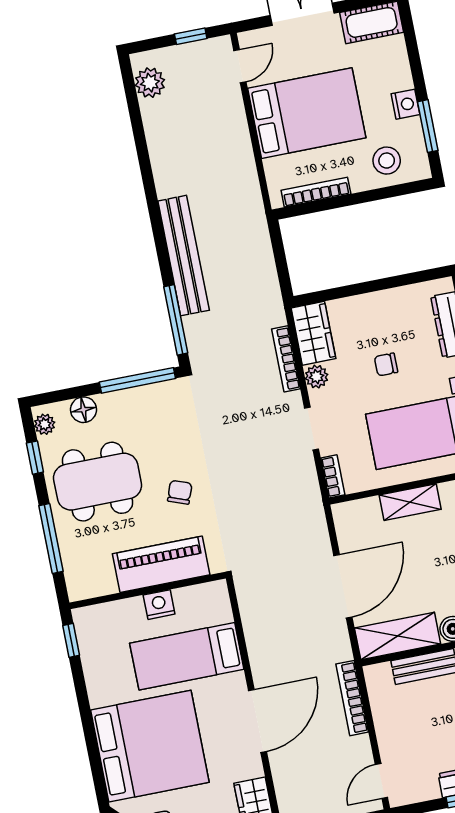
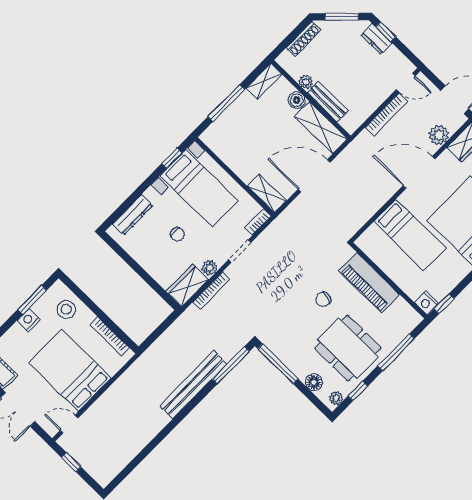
plant: (150, 83) -> (439, 135), moved
shelving: (410, 502) -> (267, 193), moved
nightstand: (159, 605) -> (426, 303), moved
bookcase: (352, 698) -> (386, 115), moved

